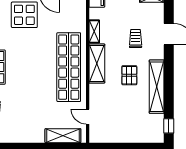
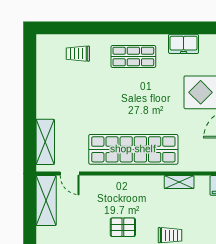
shelving: (97, 64) -> (46, 201), moved, turned 90
door: (88, 117) -> (70, 174), swing flipped

